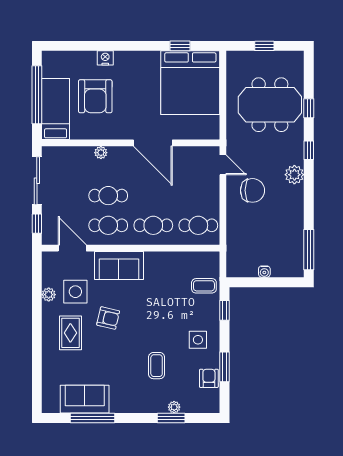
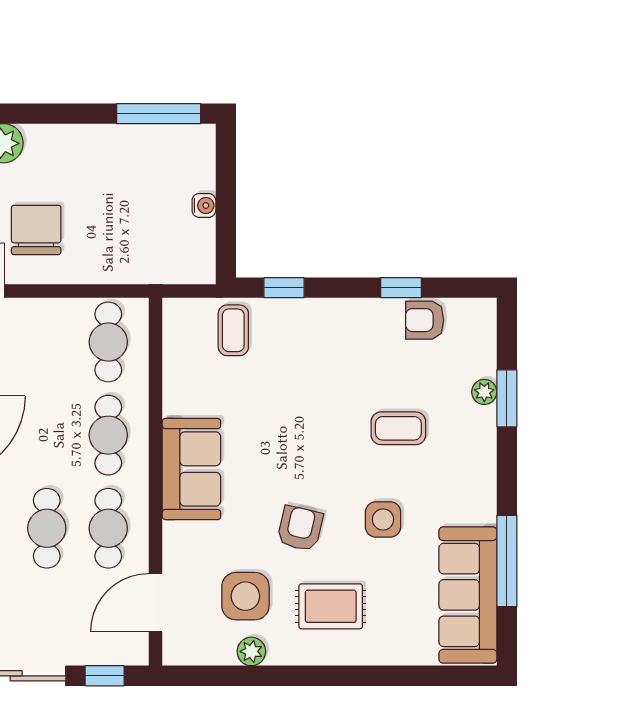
sofa: (119, 266) -> (191, 469), moved
side table: (198, 340) -> (383, 519), moved
window: (225, 367) -> (401, 288), width x0.67
sofa: (85, 399) -> (468, 595), width x1.36

